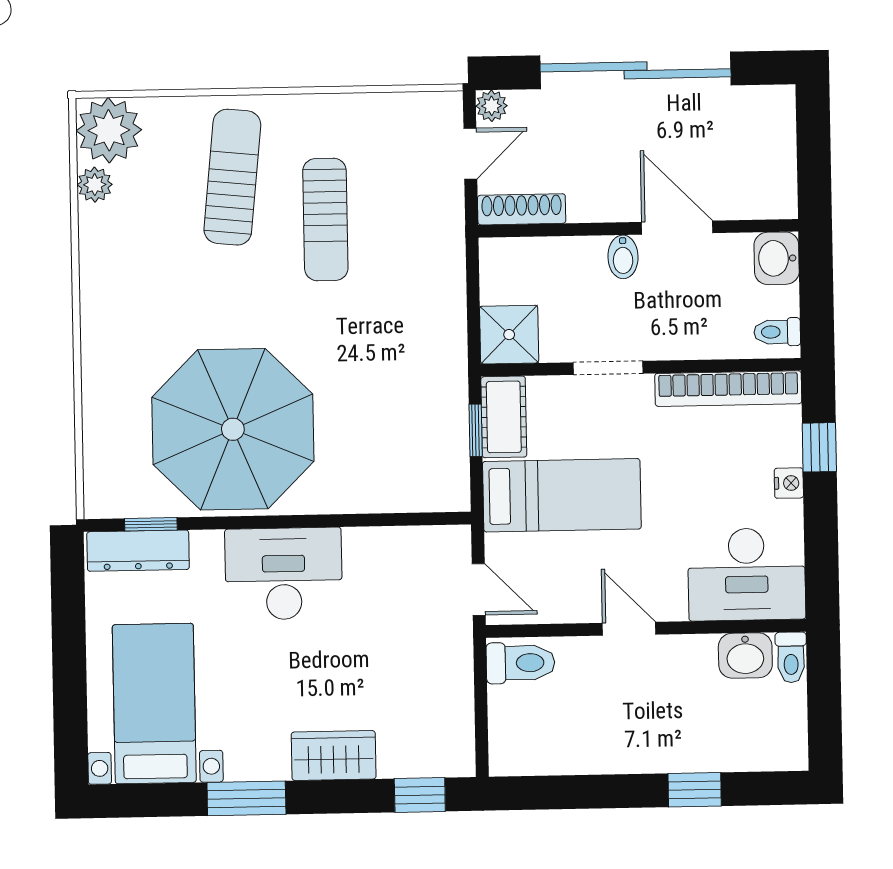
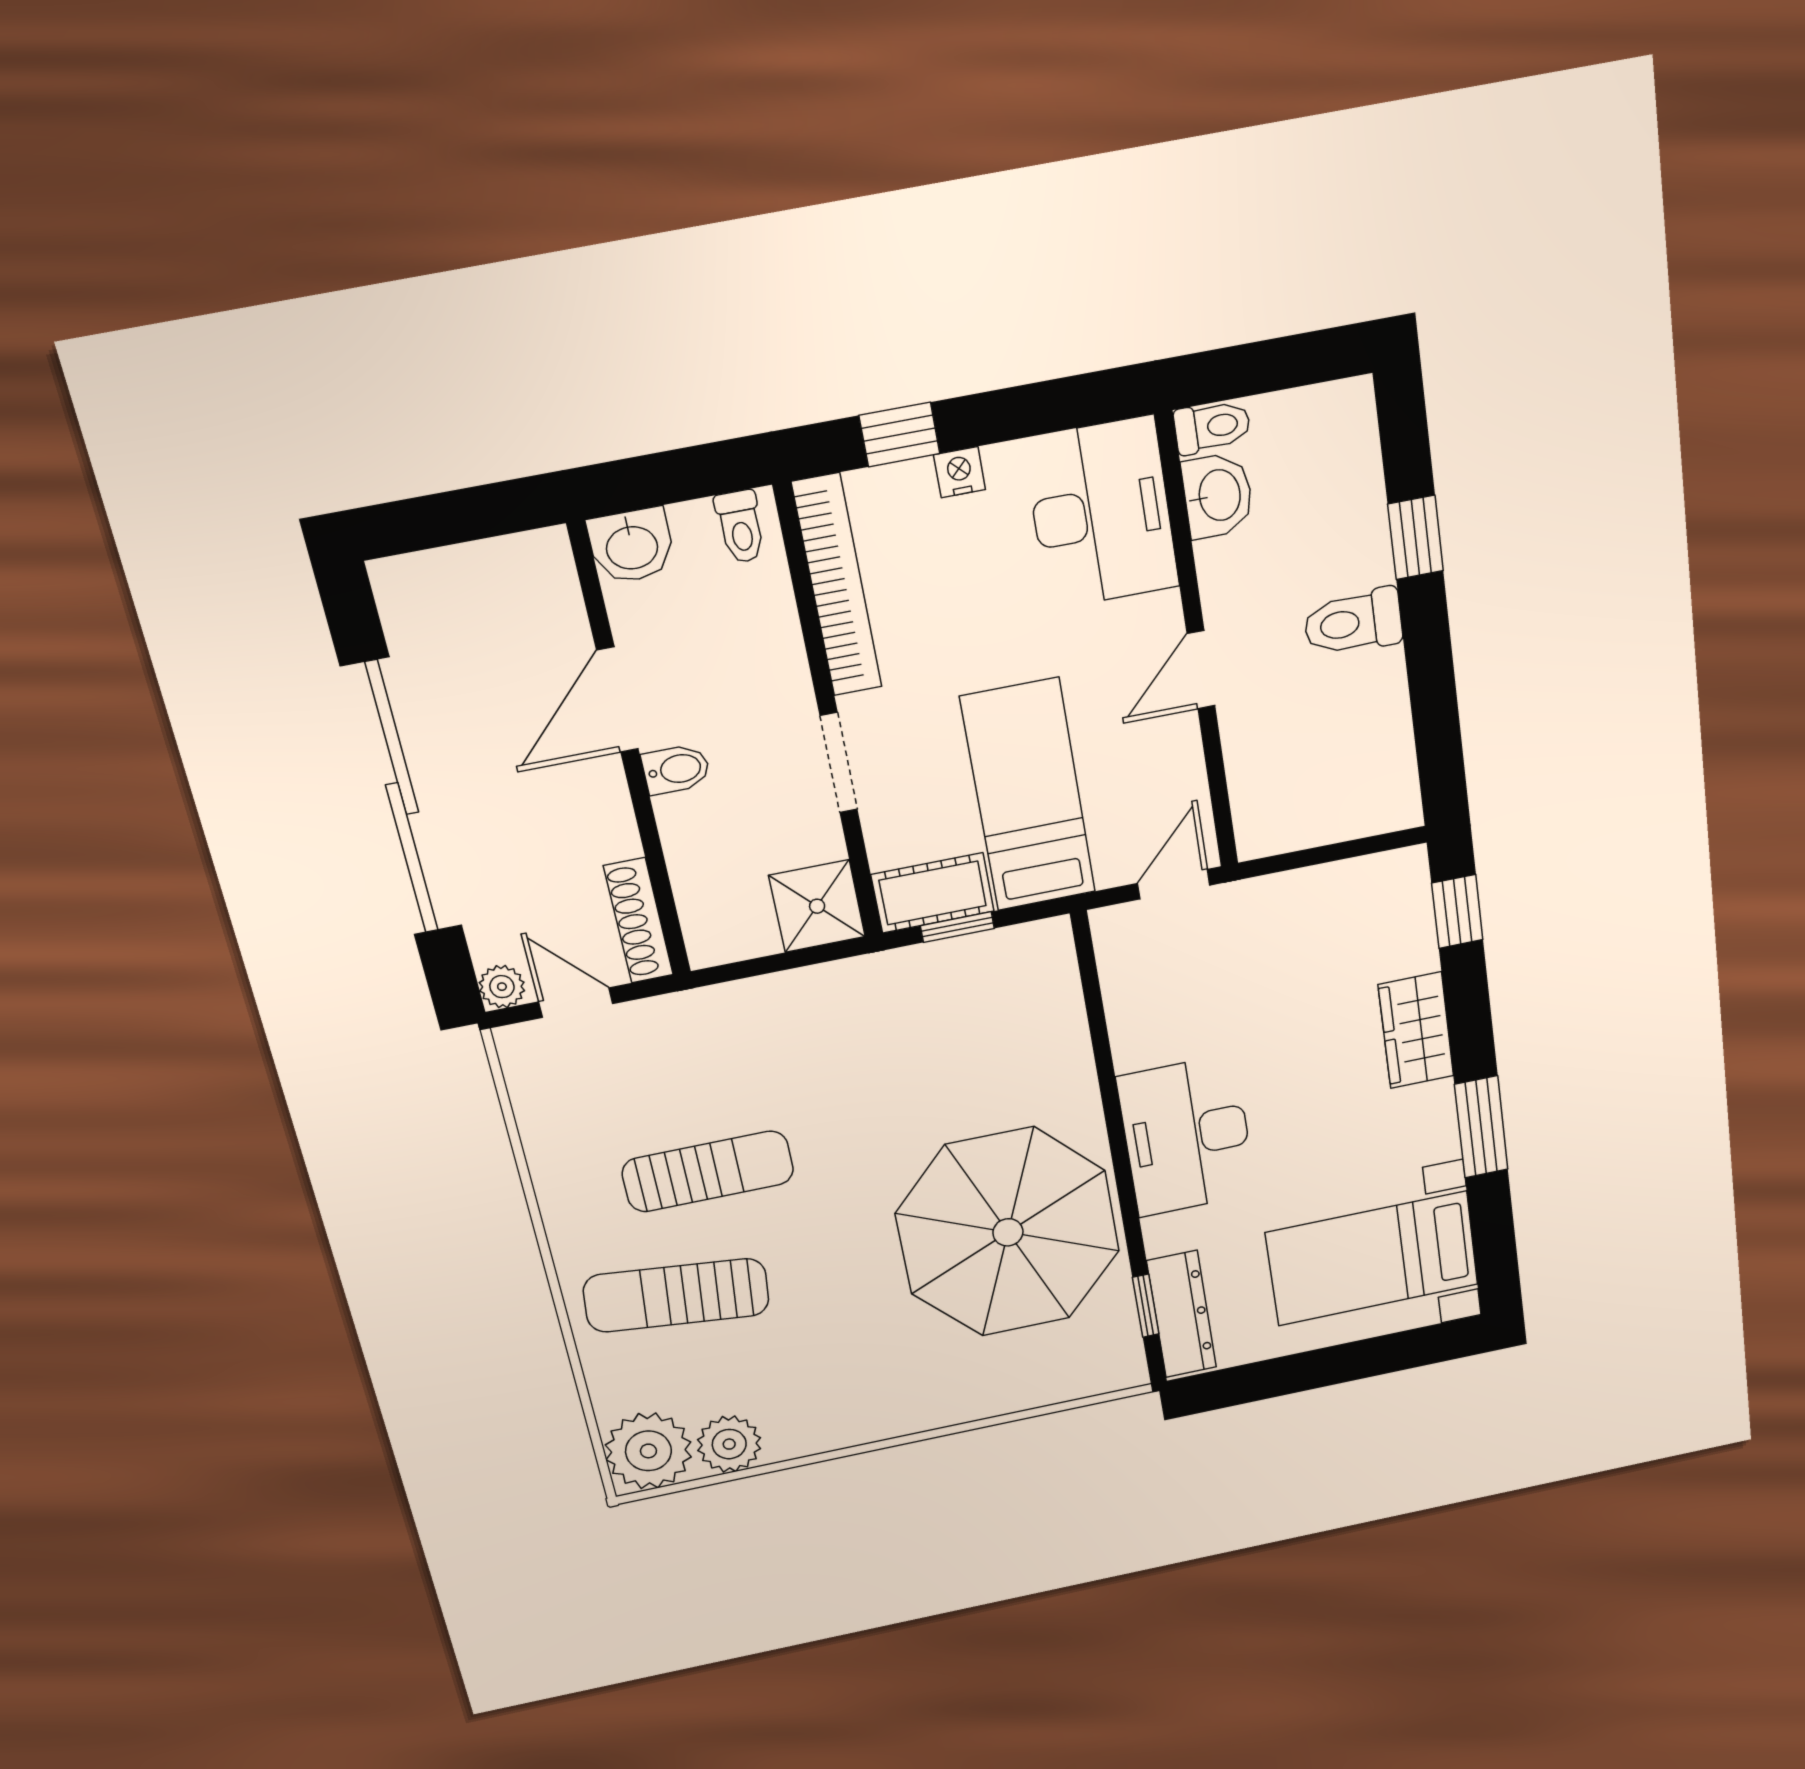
plant: (95, 185) -> (729, 1444), width x1.38, depth x1.38
toilet: (521, 663) -> (1353, 622), moved, turned -90

